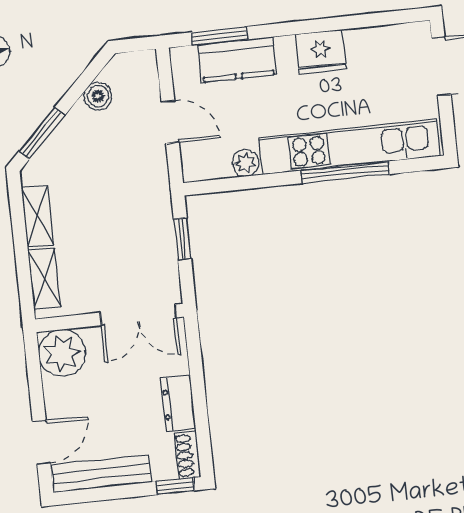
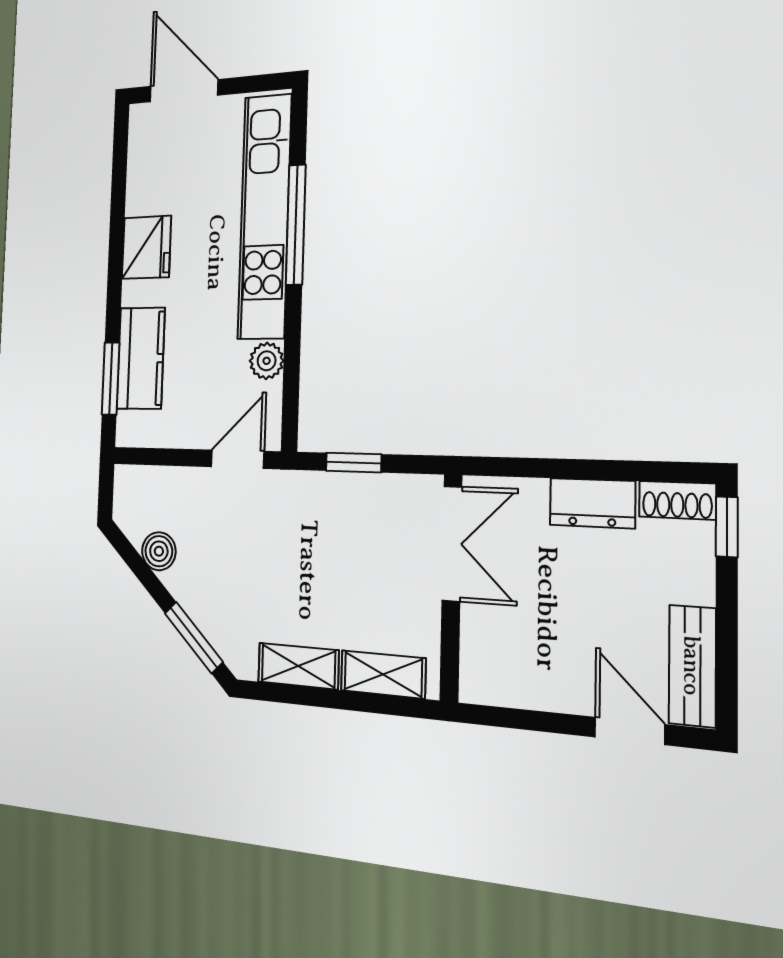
door: (170, 122) -> (238, 459), moved
plant: (62, 353) -> (494, 670), removed
bench: (101, 474) -> (692, 666), width x0.73

